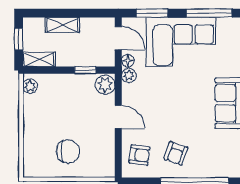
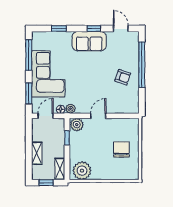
plant: (30, 86) -> (82, 171), width x1.87, depth x1.87
armchair: (139, 155) -> (124, 102), removed

